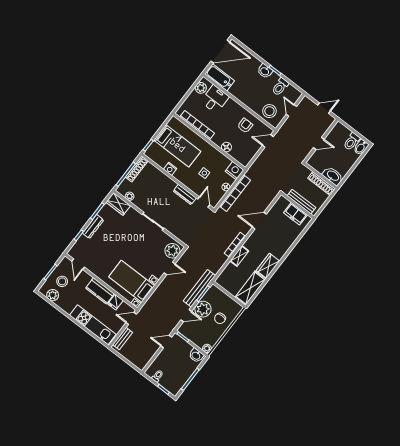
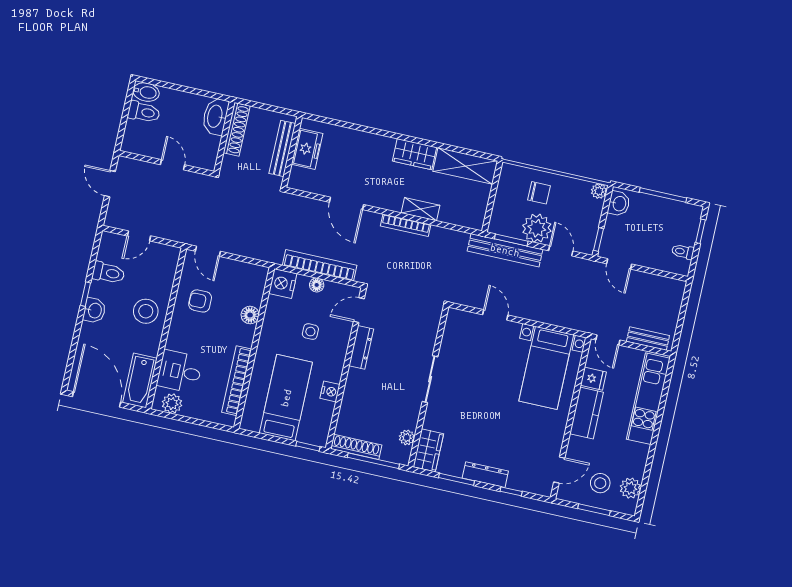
stool: (269, 111) -> (146, 311), moved
plant: (172, 251) -> (464, 324), removed

